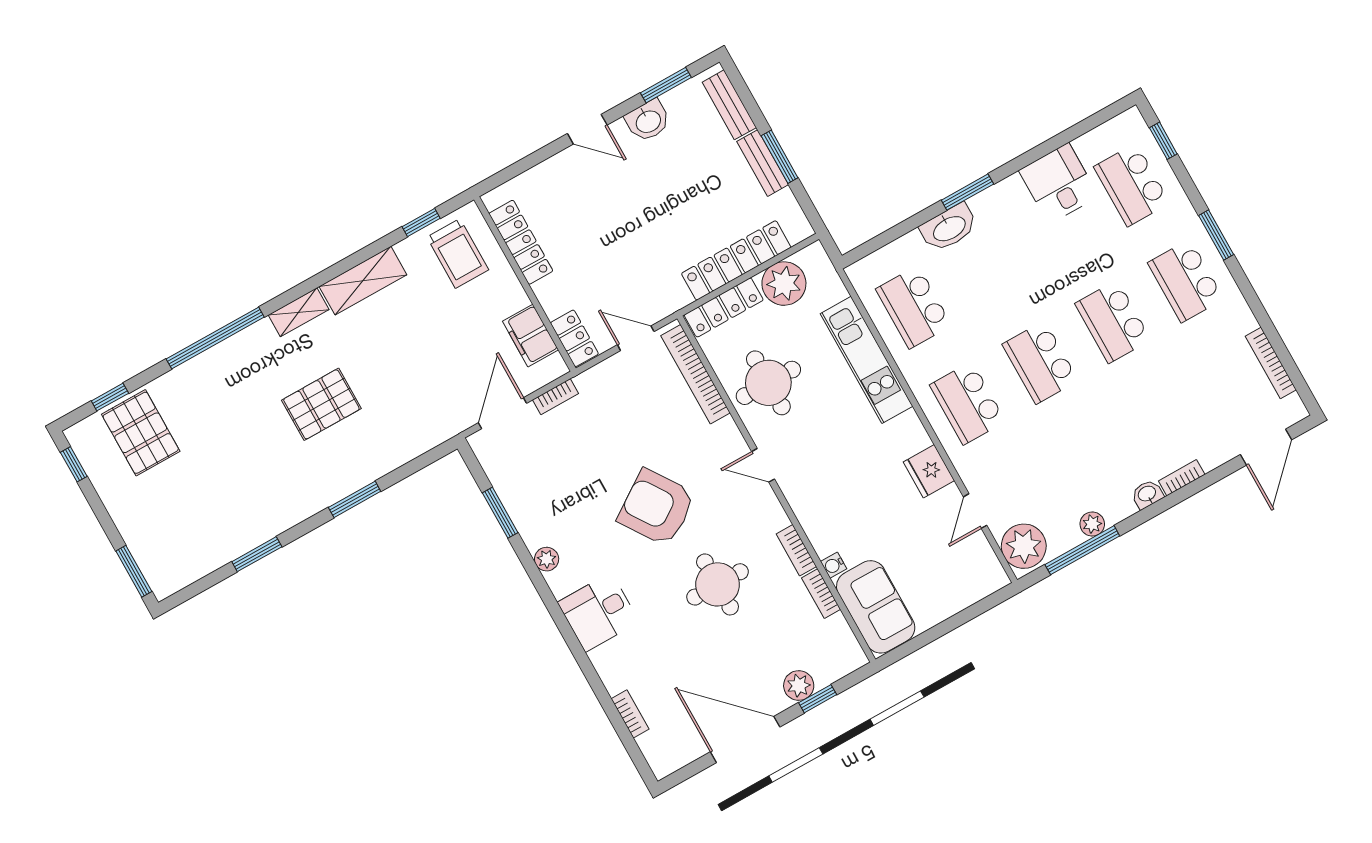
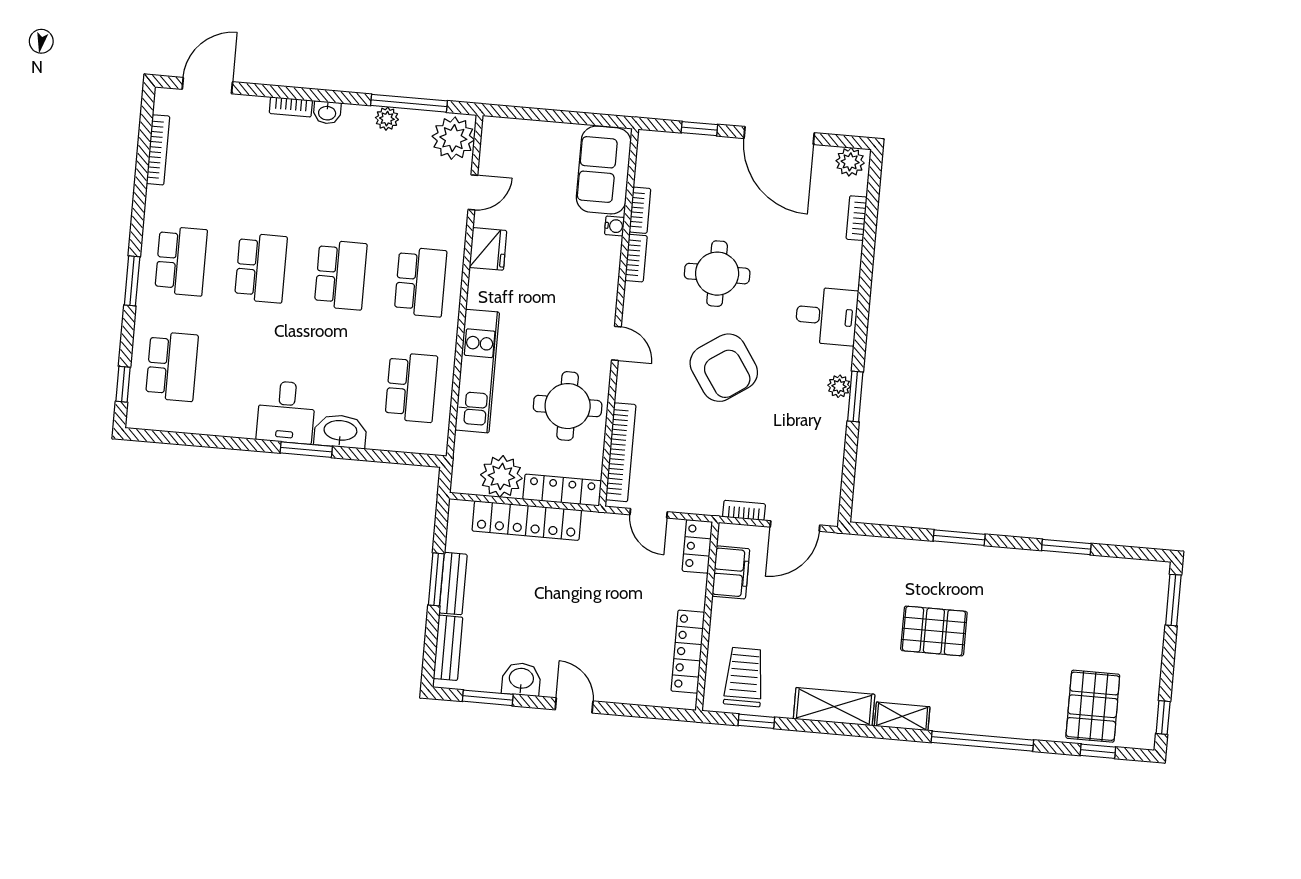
desk: (1059, 183) -> (286, 412), moved
window: (500, 513) -> (855, 396), moved
plant: (799, 686) -> (850, 162), moved

